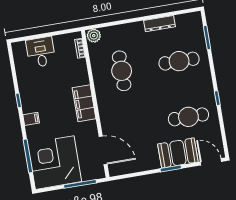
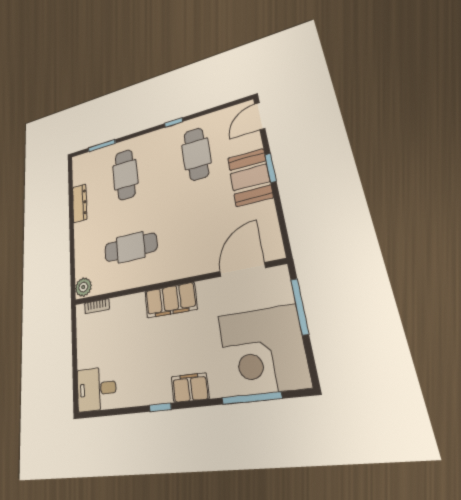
desk: (41, 52) -> (96, 389), moved
filing cabinet: (31, 119) -> (190, 388), width x2.00
booth: (178, 153) -> (250, 177), moved

